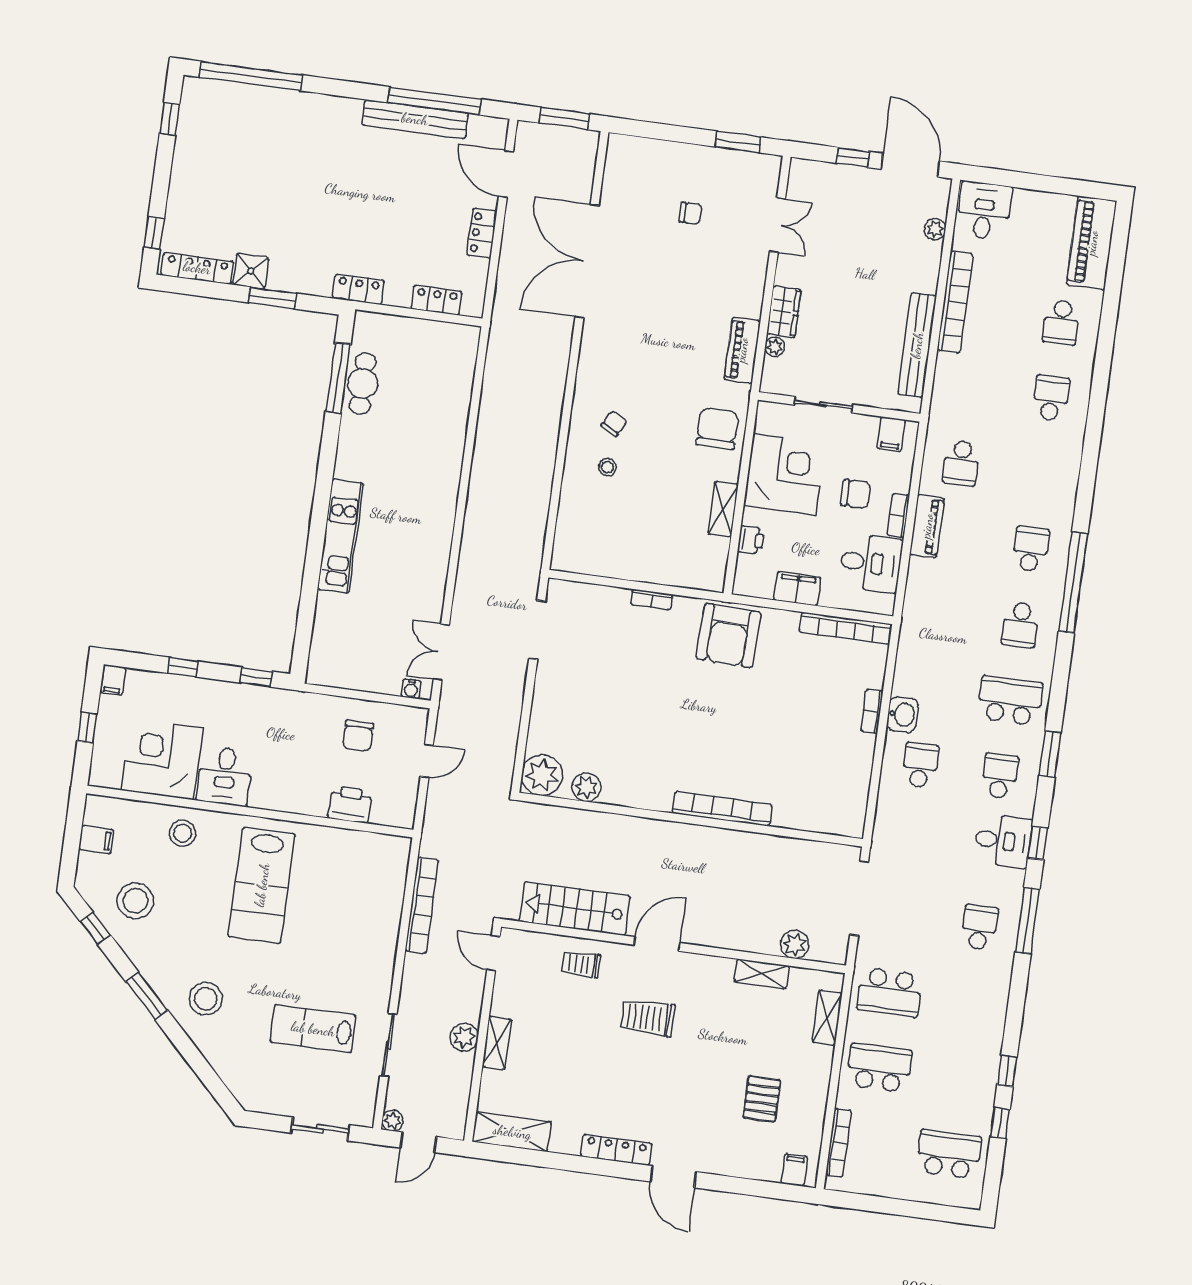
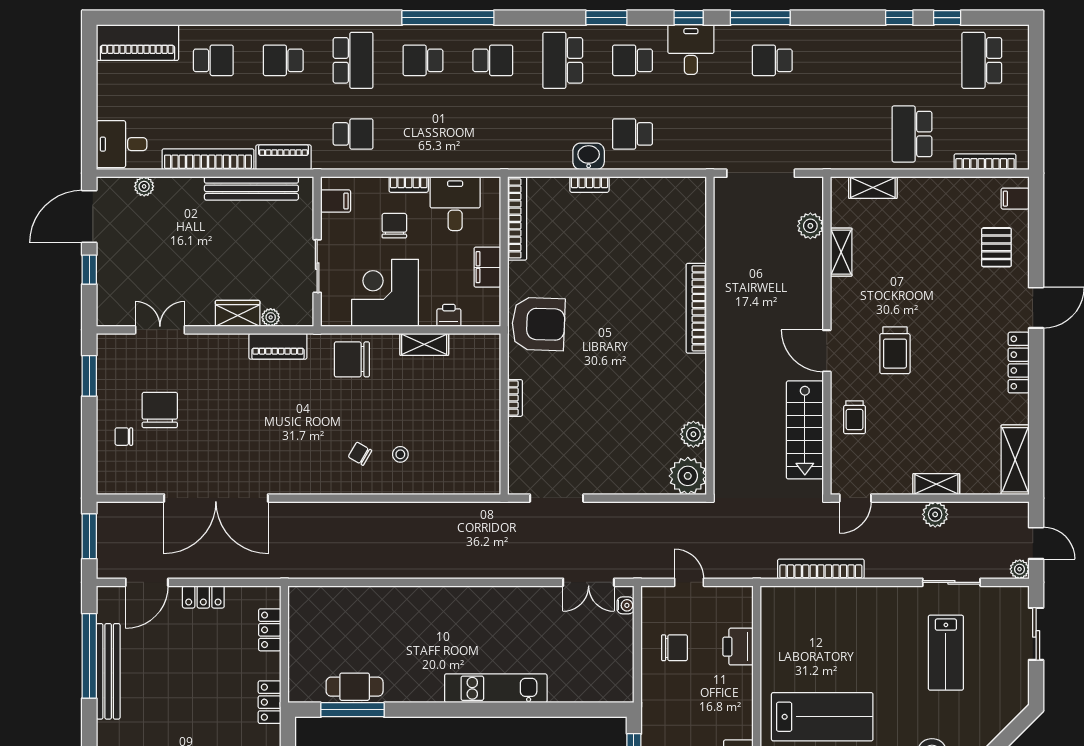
chair: (667, 170) -> (124, 437), added
chair: (691, 213) -> (160, 410), width x1.87, depth x1.87
piano: (927, 526) -> (283, 157), moved
school desk: (890, 992) -> (353, 60), moved
pallet: (762, 1099) -> (996, 247), moved, turned 90

